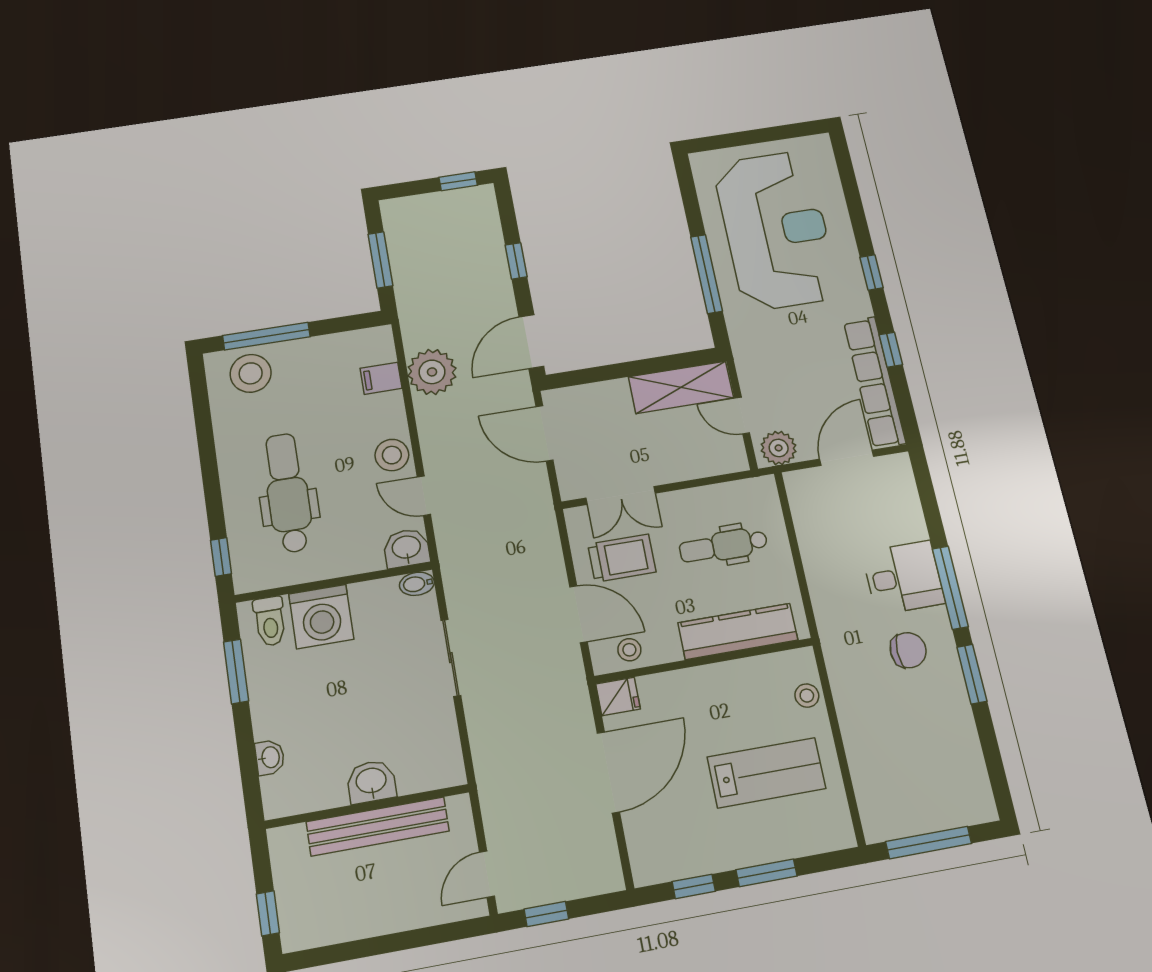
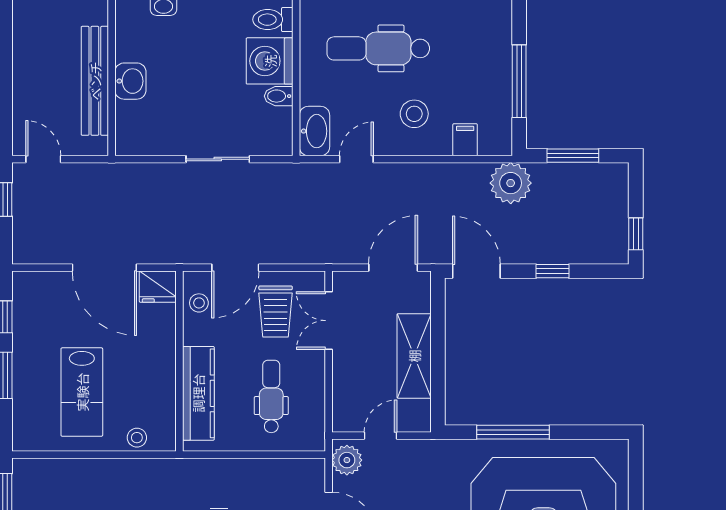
window: (266, 336) -> (519, 81), moved
plant: (432, 372) -> (511, 183), moved
stool: (251, 373) -> (488, 32), removed
shelving: (681, 387) -> (414, 356), moved
stool: (392, 455) -> (414, 114), moved
dental chair: (288, 493) -> (378, 48), turned 180
washbasin: (406, 548) -> (314, 131), width x1.38
bidet: (417, 584) -> (279, 96), moved, turned -90
fridge: (618, 696) -> (158, 287), width x1.38

